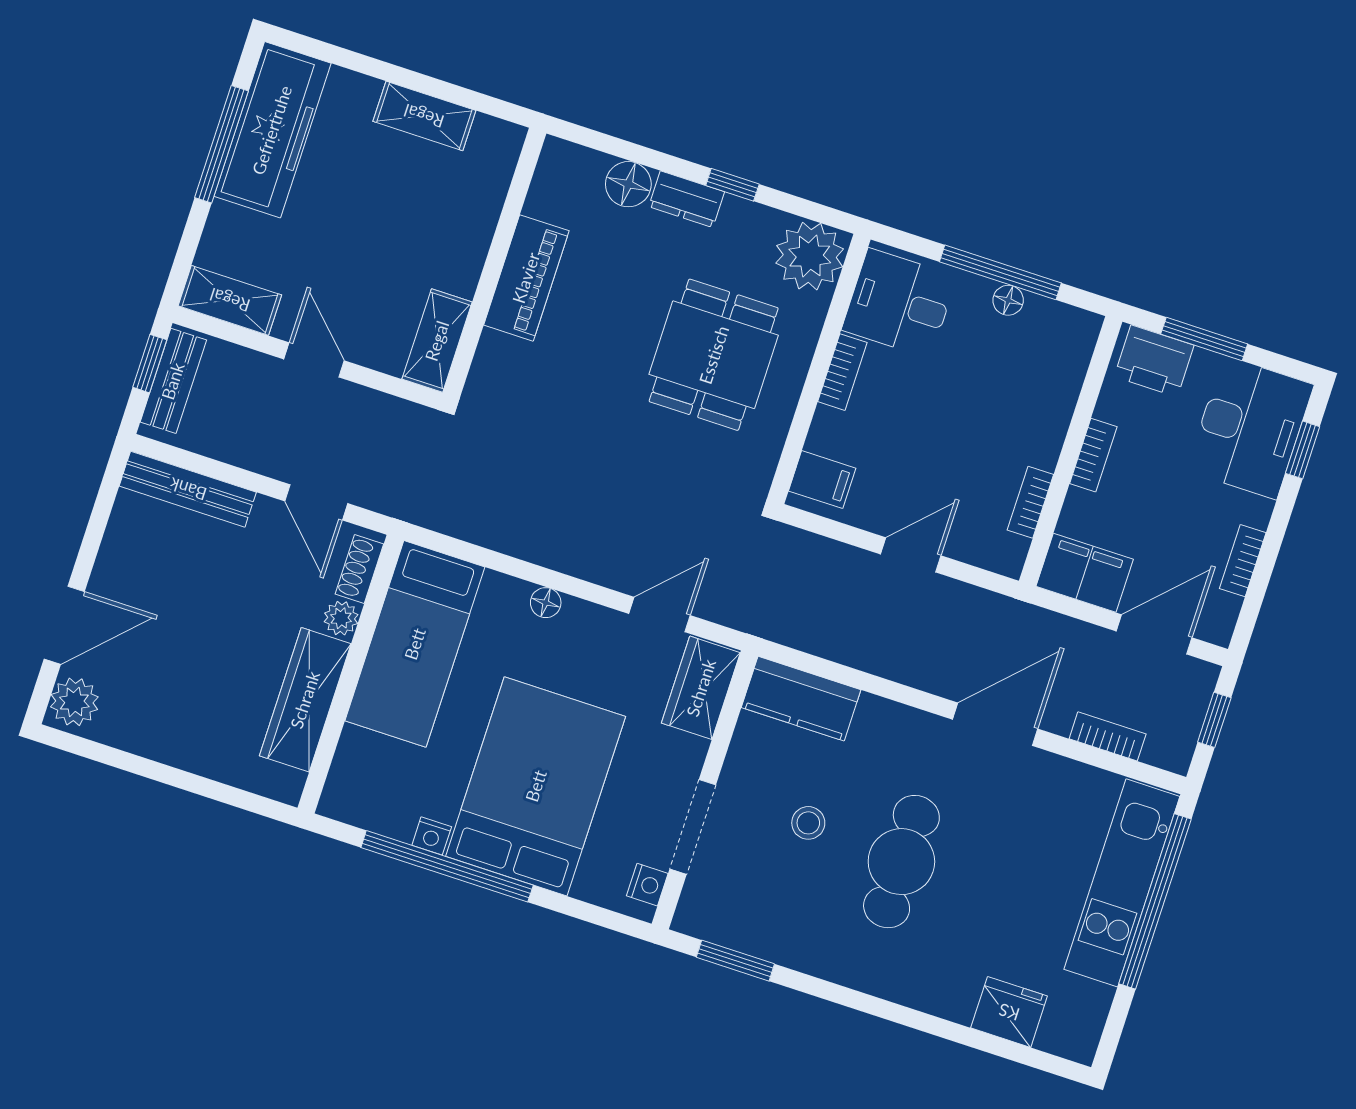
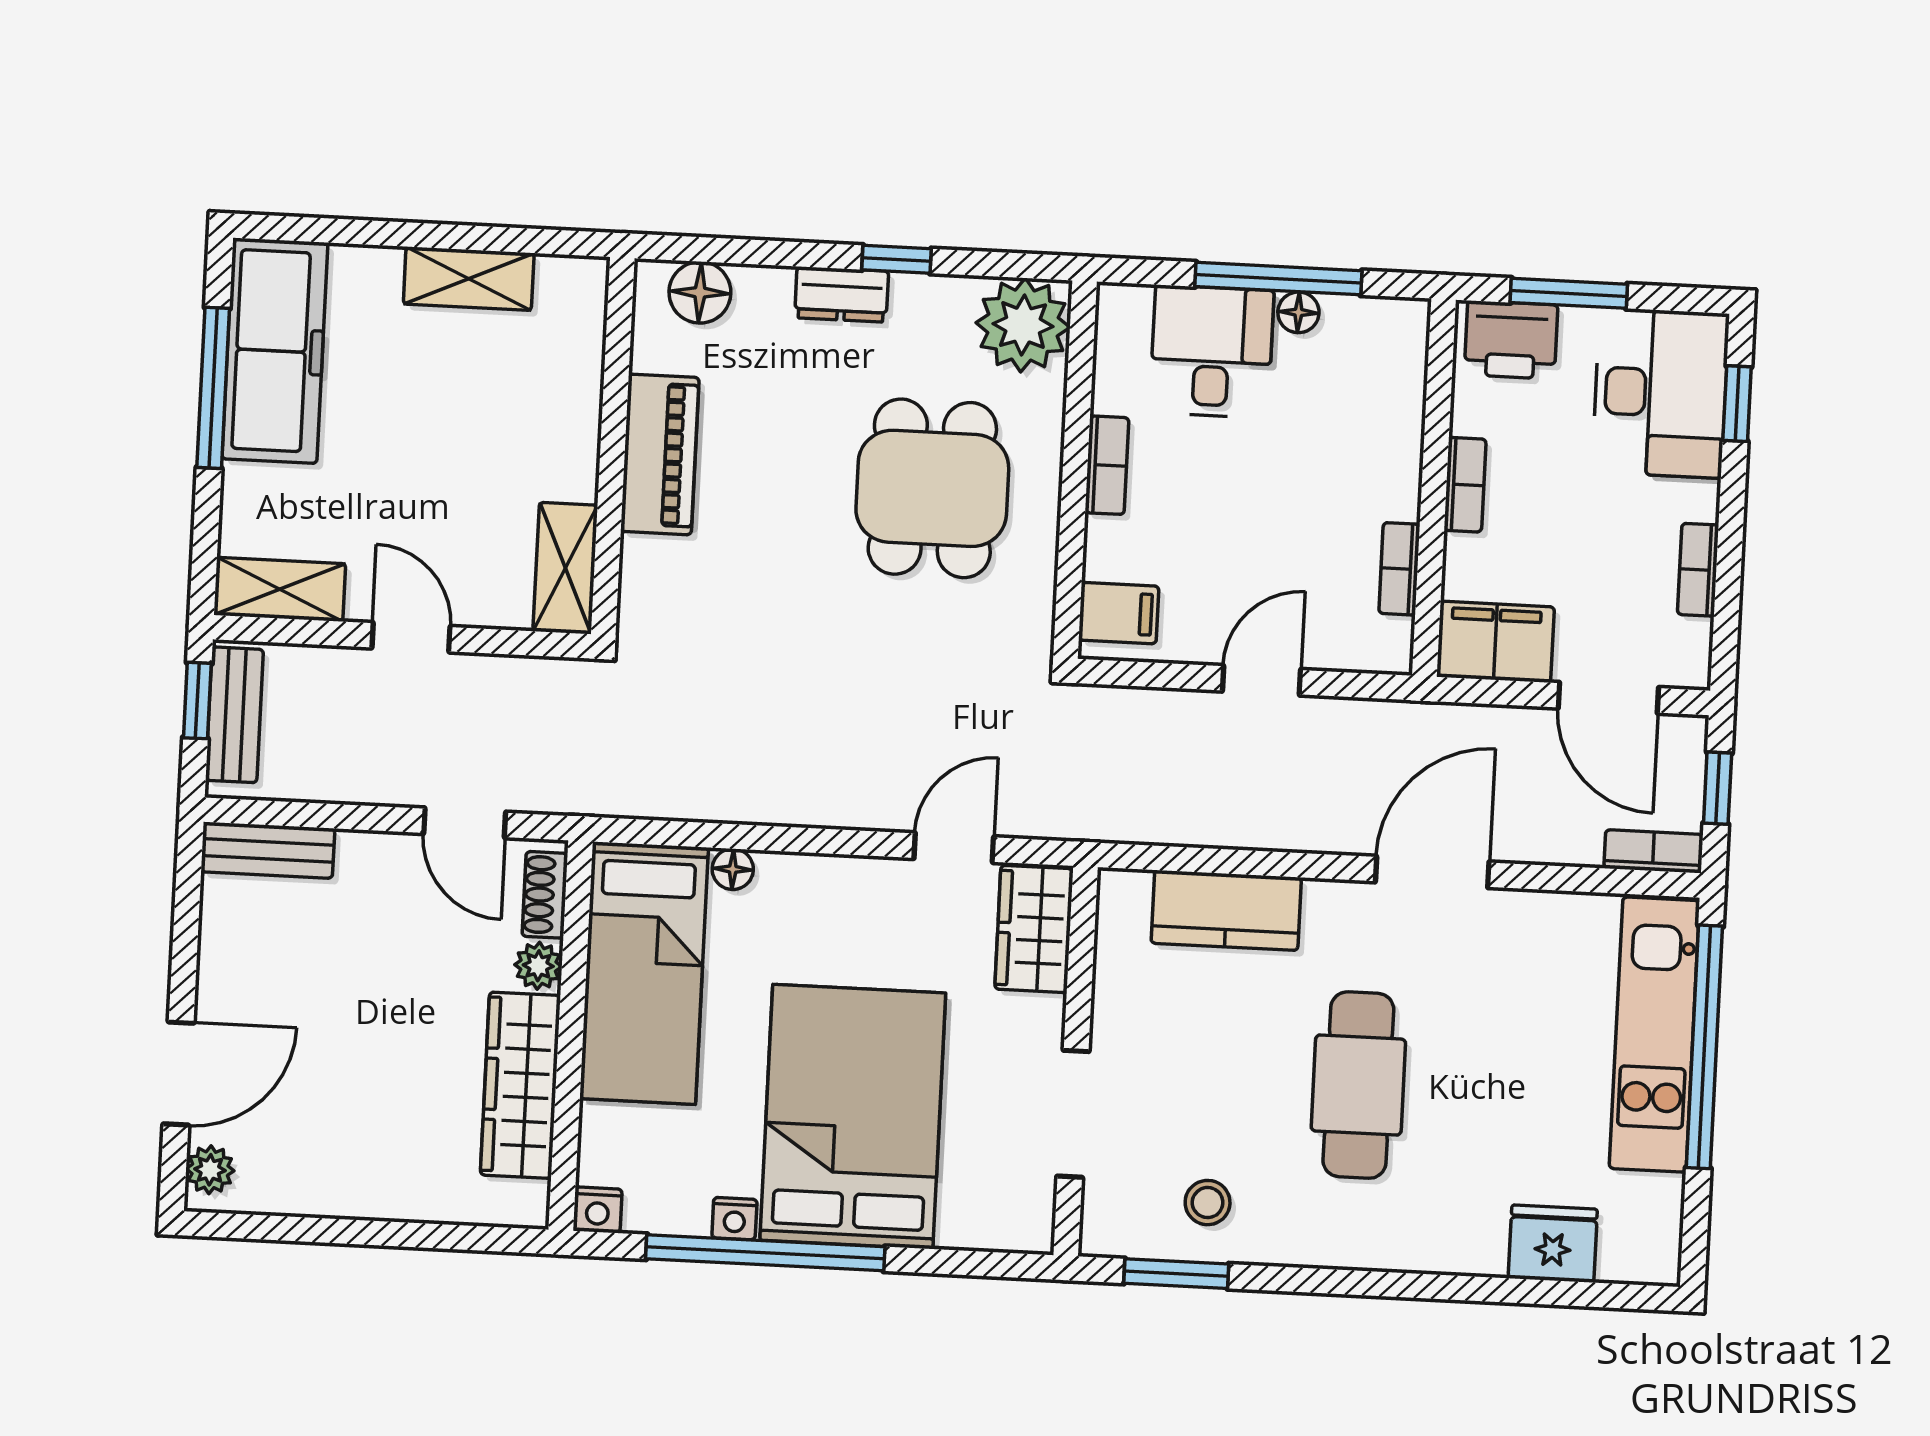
floor lamp: (628, 184) -> (700, 292), moved
desk: (899, 303) -> (1212, 351), moved, turned 90
bench: (188, 489) -> (268, 850), width x0.73
floor lamp: (546, 603) -> (733, 869), moved
door: (1154, 634) -> (1608, 698), swing flipped
kitchen counter: (801, 699) -> (1226, 910), moved
plant: (74, 702) -> (210, 1170), width x0.73, depth x0.73
bookcase: (1108, 736) -> (1653, 851), moved
stool: (808, 823) -> (1208, 1203), moved
nightstand: (647, 885) -> (598, 1210), moved, turned 90

